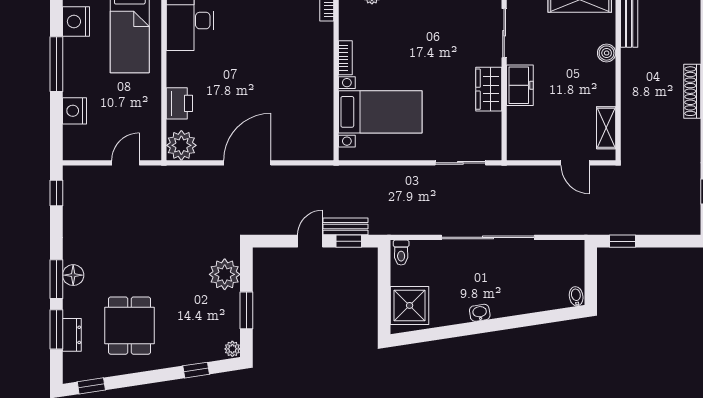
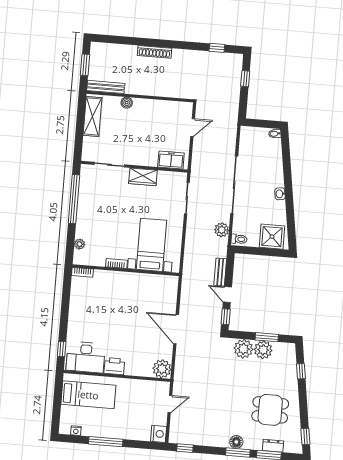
nightstand: (76, 22) -> (76, 431), width x0.53, depth x0.56
freezer: (520, 85) -> (171, 160), moved
printer: (179, 103) -> (114, 366), moved
nightstand: (75, 111) -> (159, 434), moved, turned -90
shelving: (606, 128) -> (173, 107), removed
door: (126, 163) -> (170, 404), swing flipped
plant: (414, 223) -> (222, 230), added
window: (349, 241) -> (226, 317), moved
window: (623, 241) -> (245, 79), moved
plant: (232, 349) -> (263, 350), moved, width x1.87, depth x1.87

